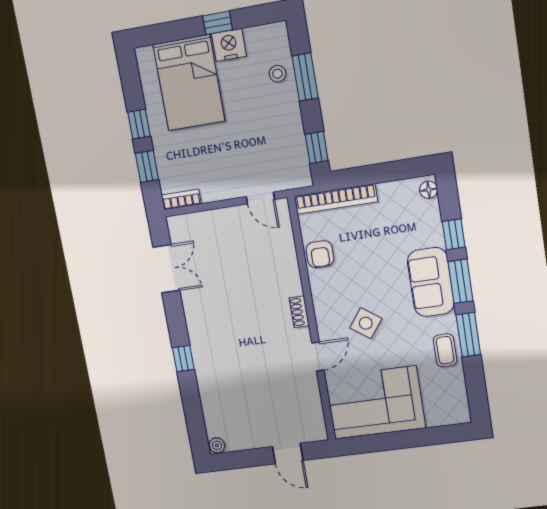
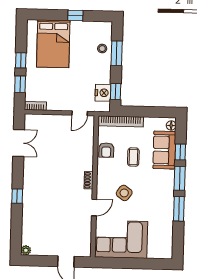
nightstand: (229, 45) -> (103, 93), moved, turned 90
door: (260, 198) -> (80, 113), hinge flipped
sofa: (431, 282) -> (164, 150), moved
coffee table: (445, 350) -> (133, 157), moved

